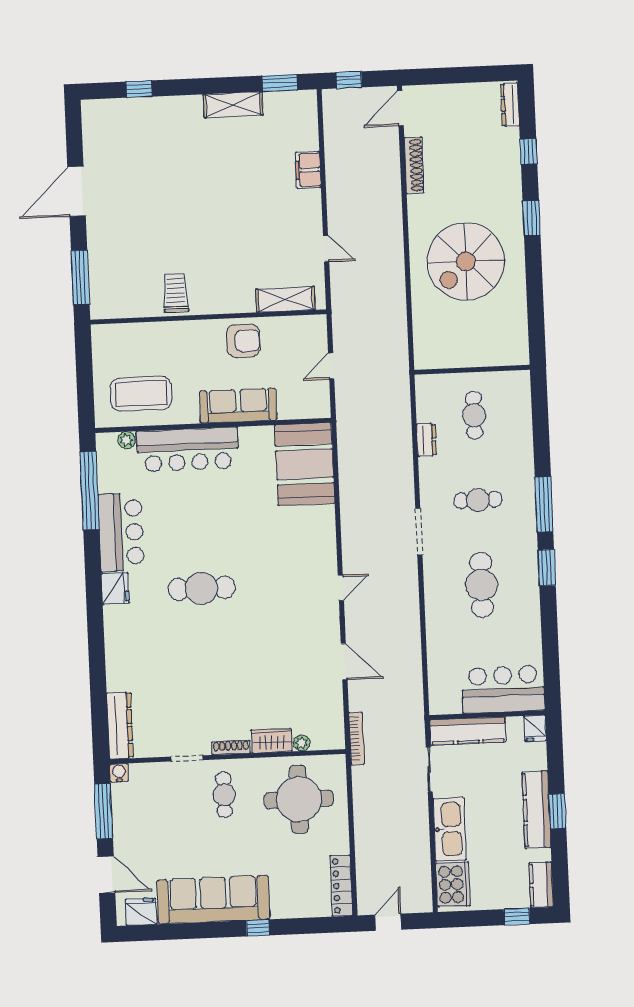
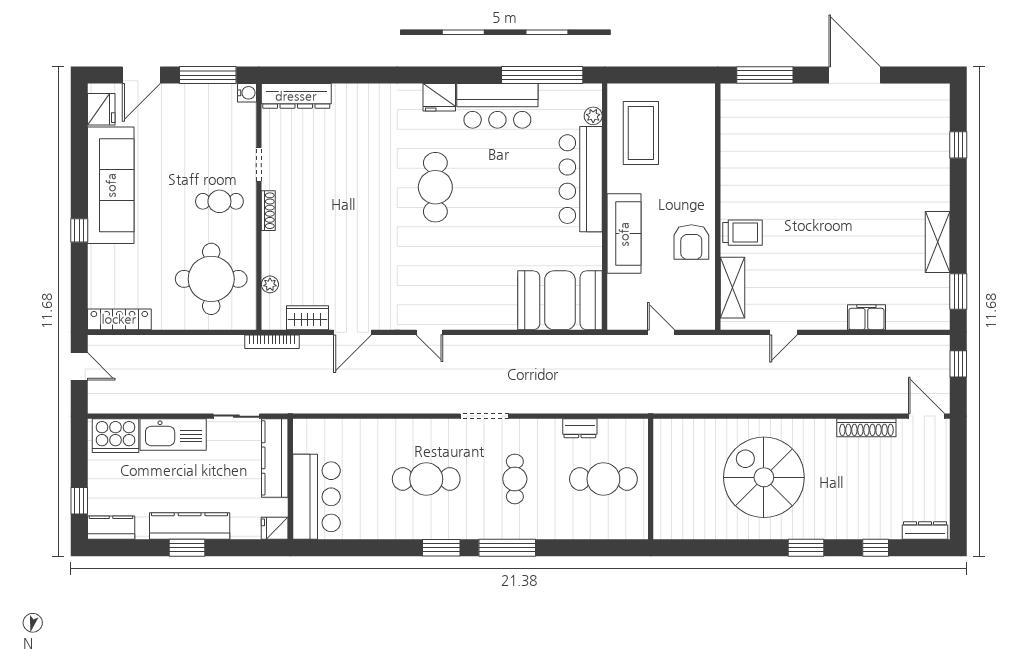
trolley: (176, 293) -> (742, 233), moved
cafe table: (474, 415) -> (603, 479), width x1.37, depth x1.35
wardrobe: (272, 741) -> (308, 318), moved, turned -90

